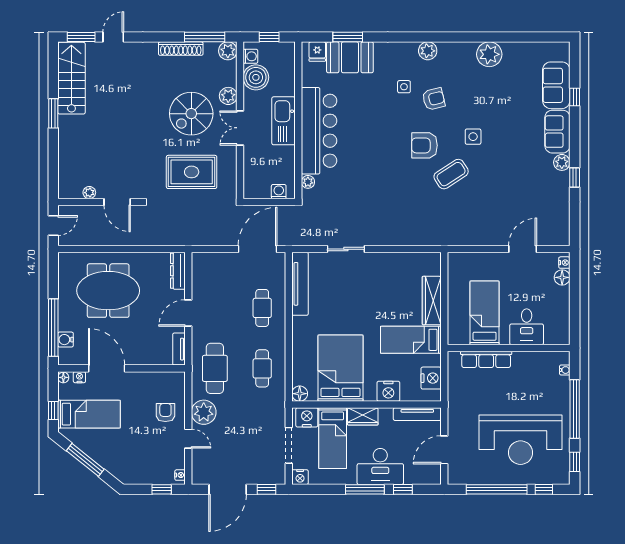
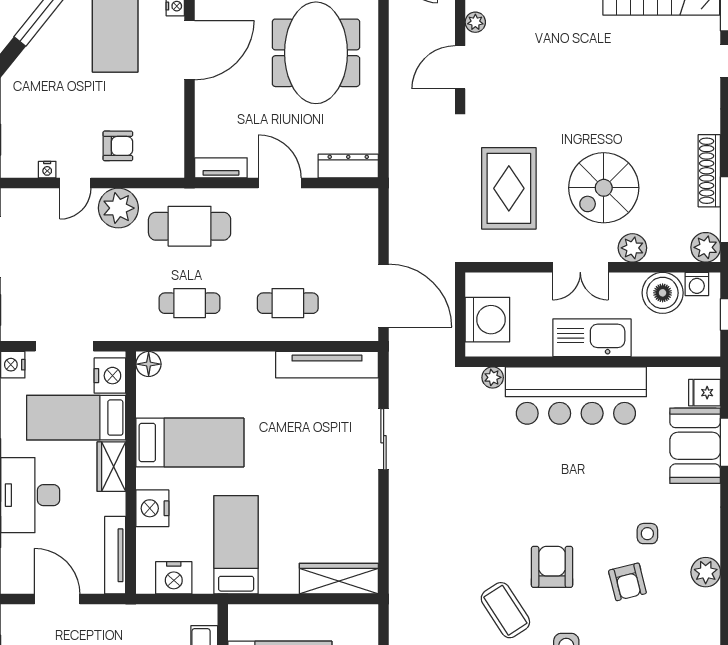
spiral stairs: (191, 114) -> (604, 188), turned -90
double door: (240, 128) -> (580, 267), swing flipped
washing machine: (279, 192) -> (487, 320), width x1.89, depth x1.89
wardrobe: (432, 301) -> (339, 579), moved
bed: (340, 368) -> (190, 443), width x0.67
nightstand: (180, 475) -> (47, 170), moved

